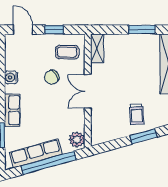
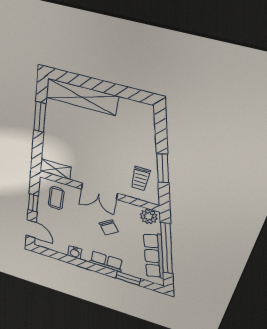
door: (23, 30) -> (31, 229), swing flipped
chair: (52, 77) -> (109, 227), moved
trolley: (137, 114) -> (140, 179), moved, turned 94
window: (143, 136) -> (163, 168), moved

